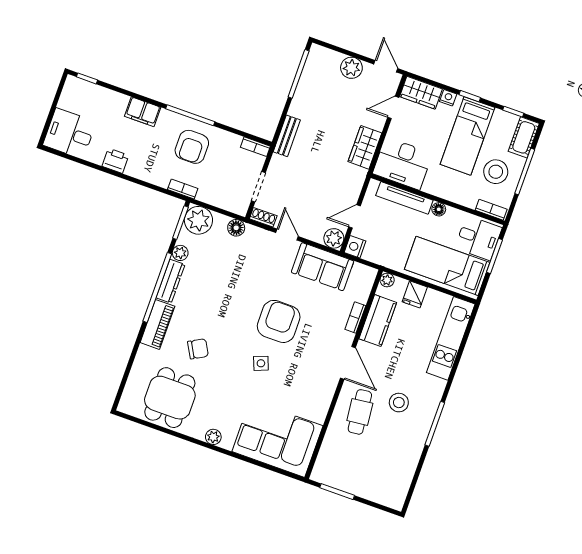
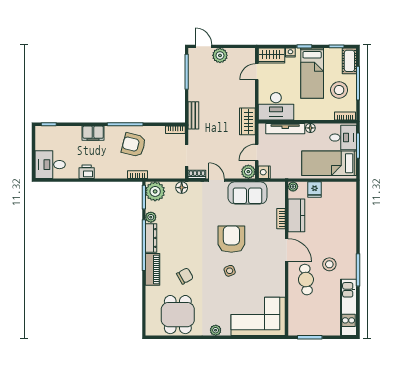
door: (386, 66) -> (204, 46), moved
armchair: (192, 147) -> (134, 145), turned 104
wardrobe: (365, 147) -> (247, 121), moved
kitchen unit: (451, 338) -> (348, 307), moved

